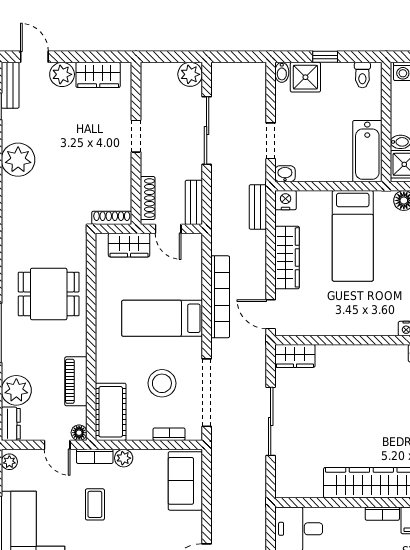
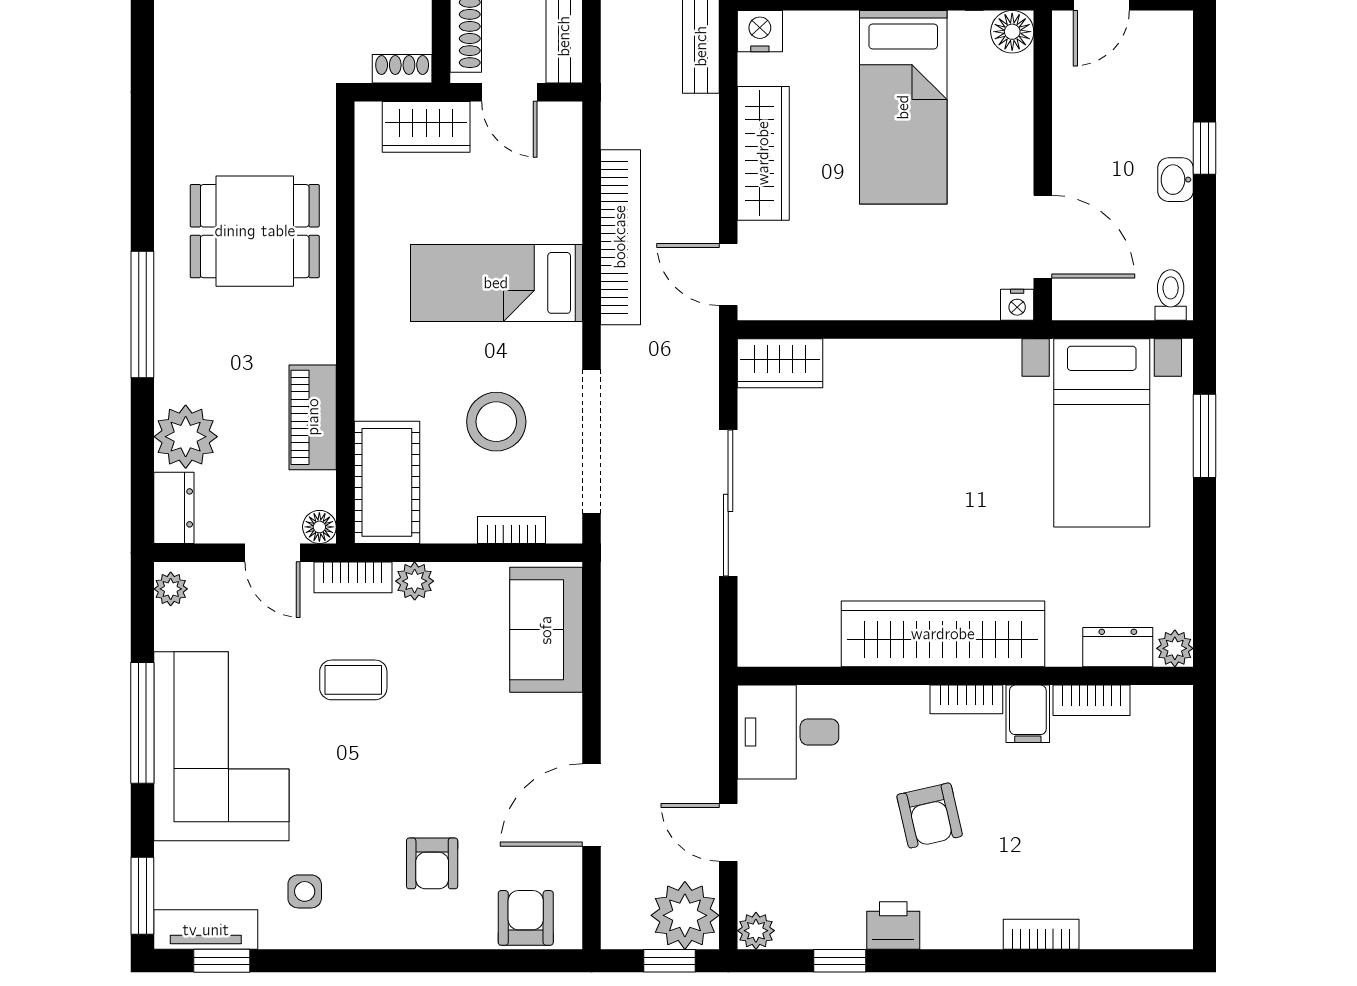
shoe rack: (112, 218) -> (402, 69), width x0.70
coffee table: (95, 504) -> (353, 680), turned 90

